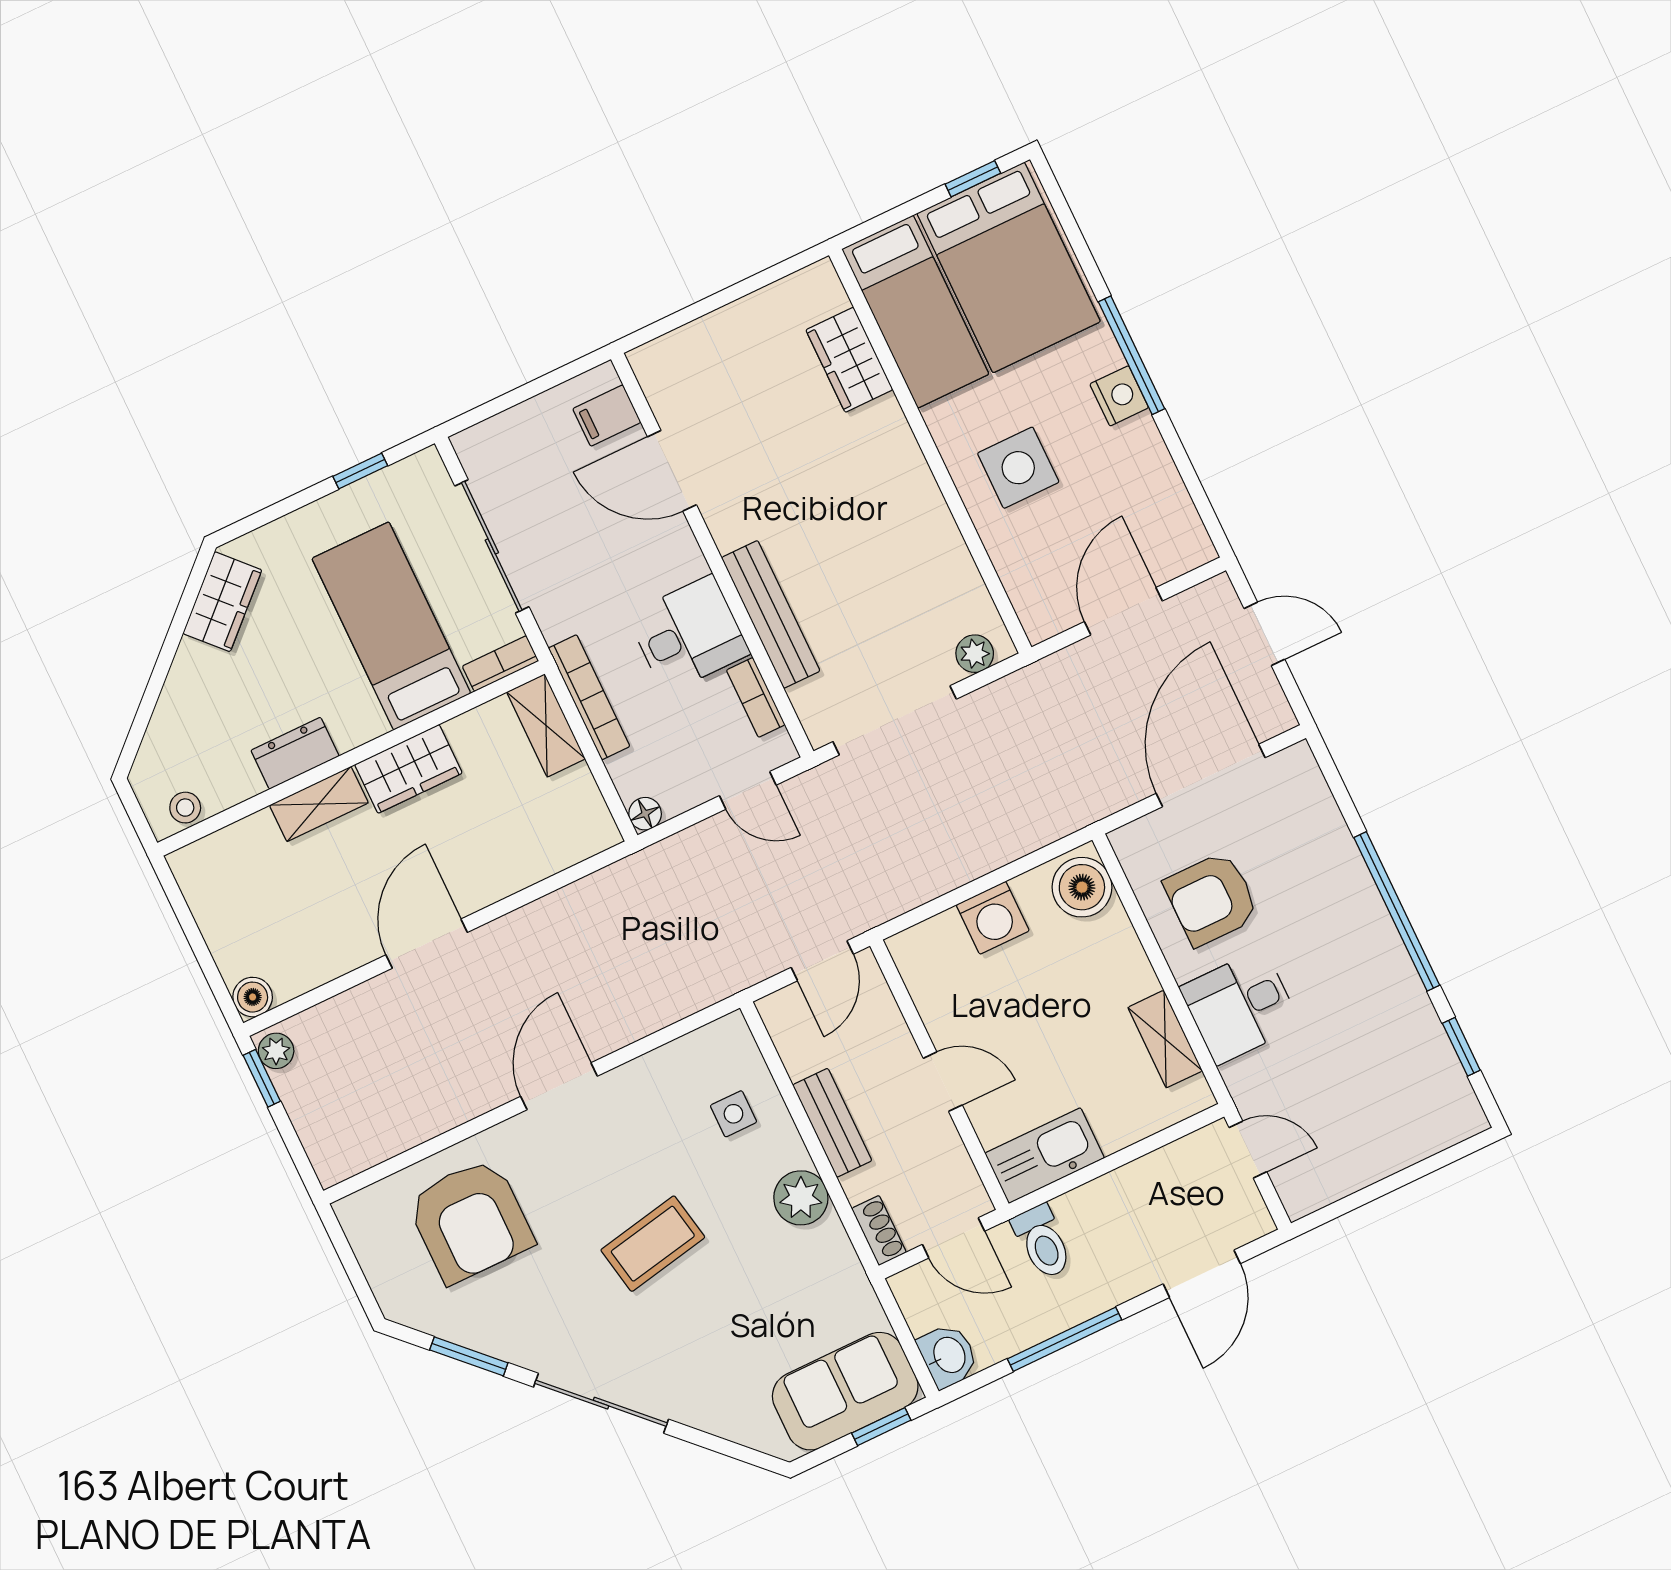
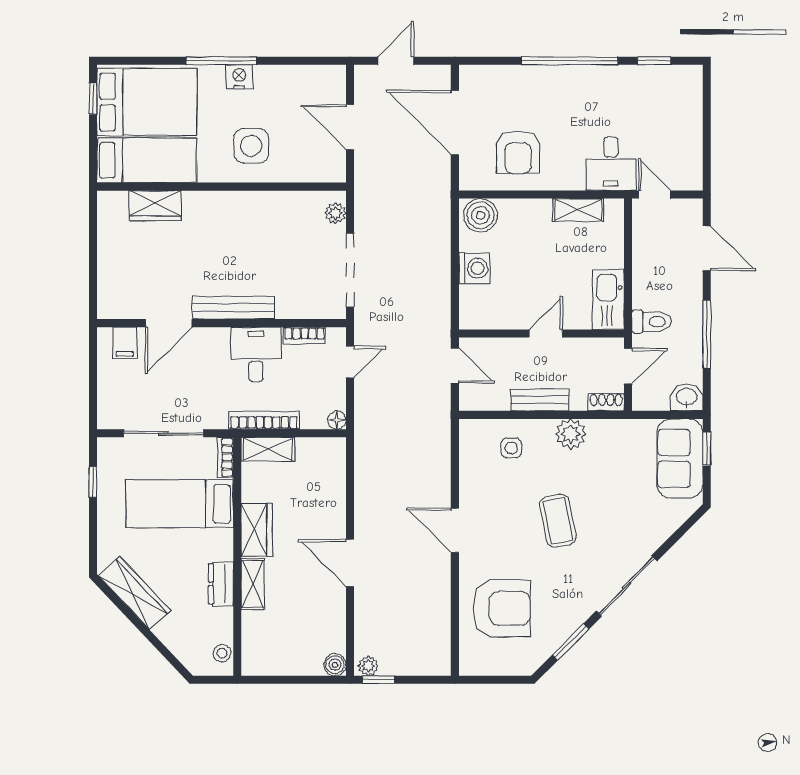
wardrobe: (222, 602) -> (135, 593), width x1.50
bench: (771, 614) -> (233, 308), moved
desk: (1240, 1006) -> (611, 164), moved
door: (1248, 1150) -> (655, 195), hinge flipped

